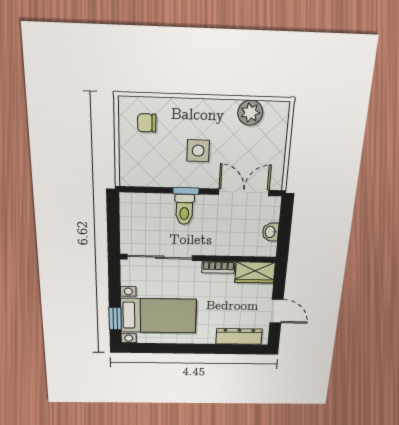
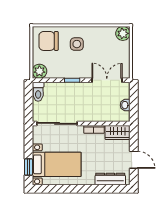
plant: (250, 113) -> (123, 33), moved
chair: (147, 123) -> (49, 41), width x1.87, depth x1.87
side table: (198, 151) -> (77, 44), moved
plant: (131, 174) -> (39, 71), added
toilet: (184, 209) -> (38, 92), moved

